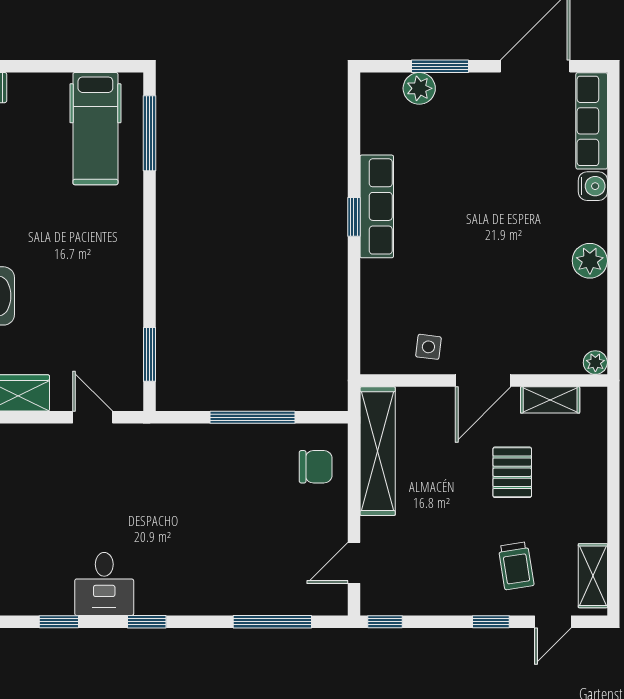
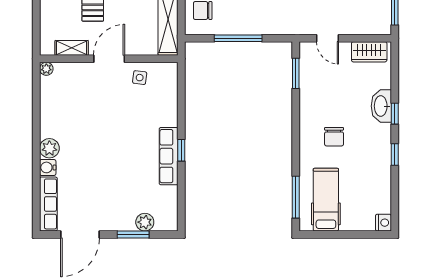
chair: (81, 241) -> (334, 137), added
plant: (590, 261) -> (49, 148), moved

